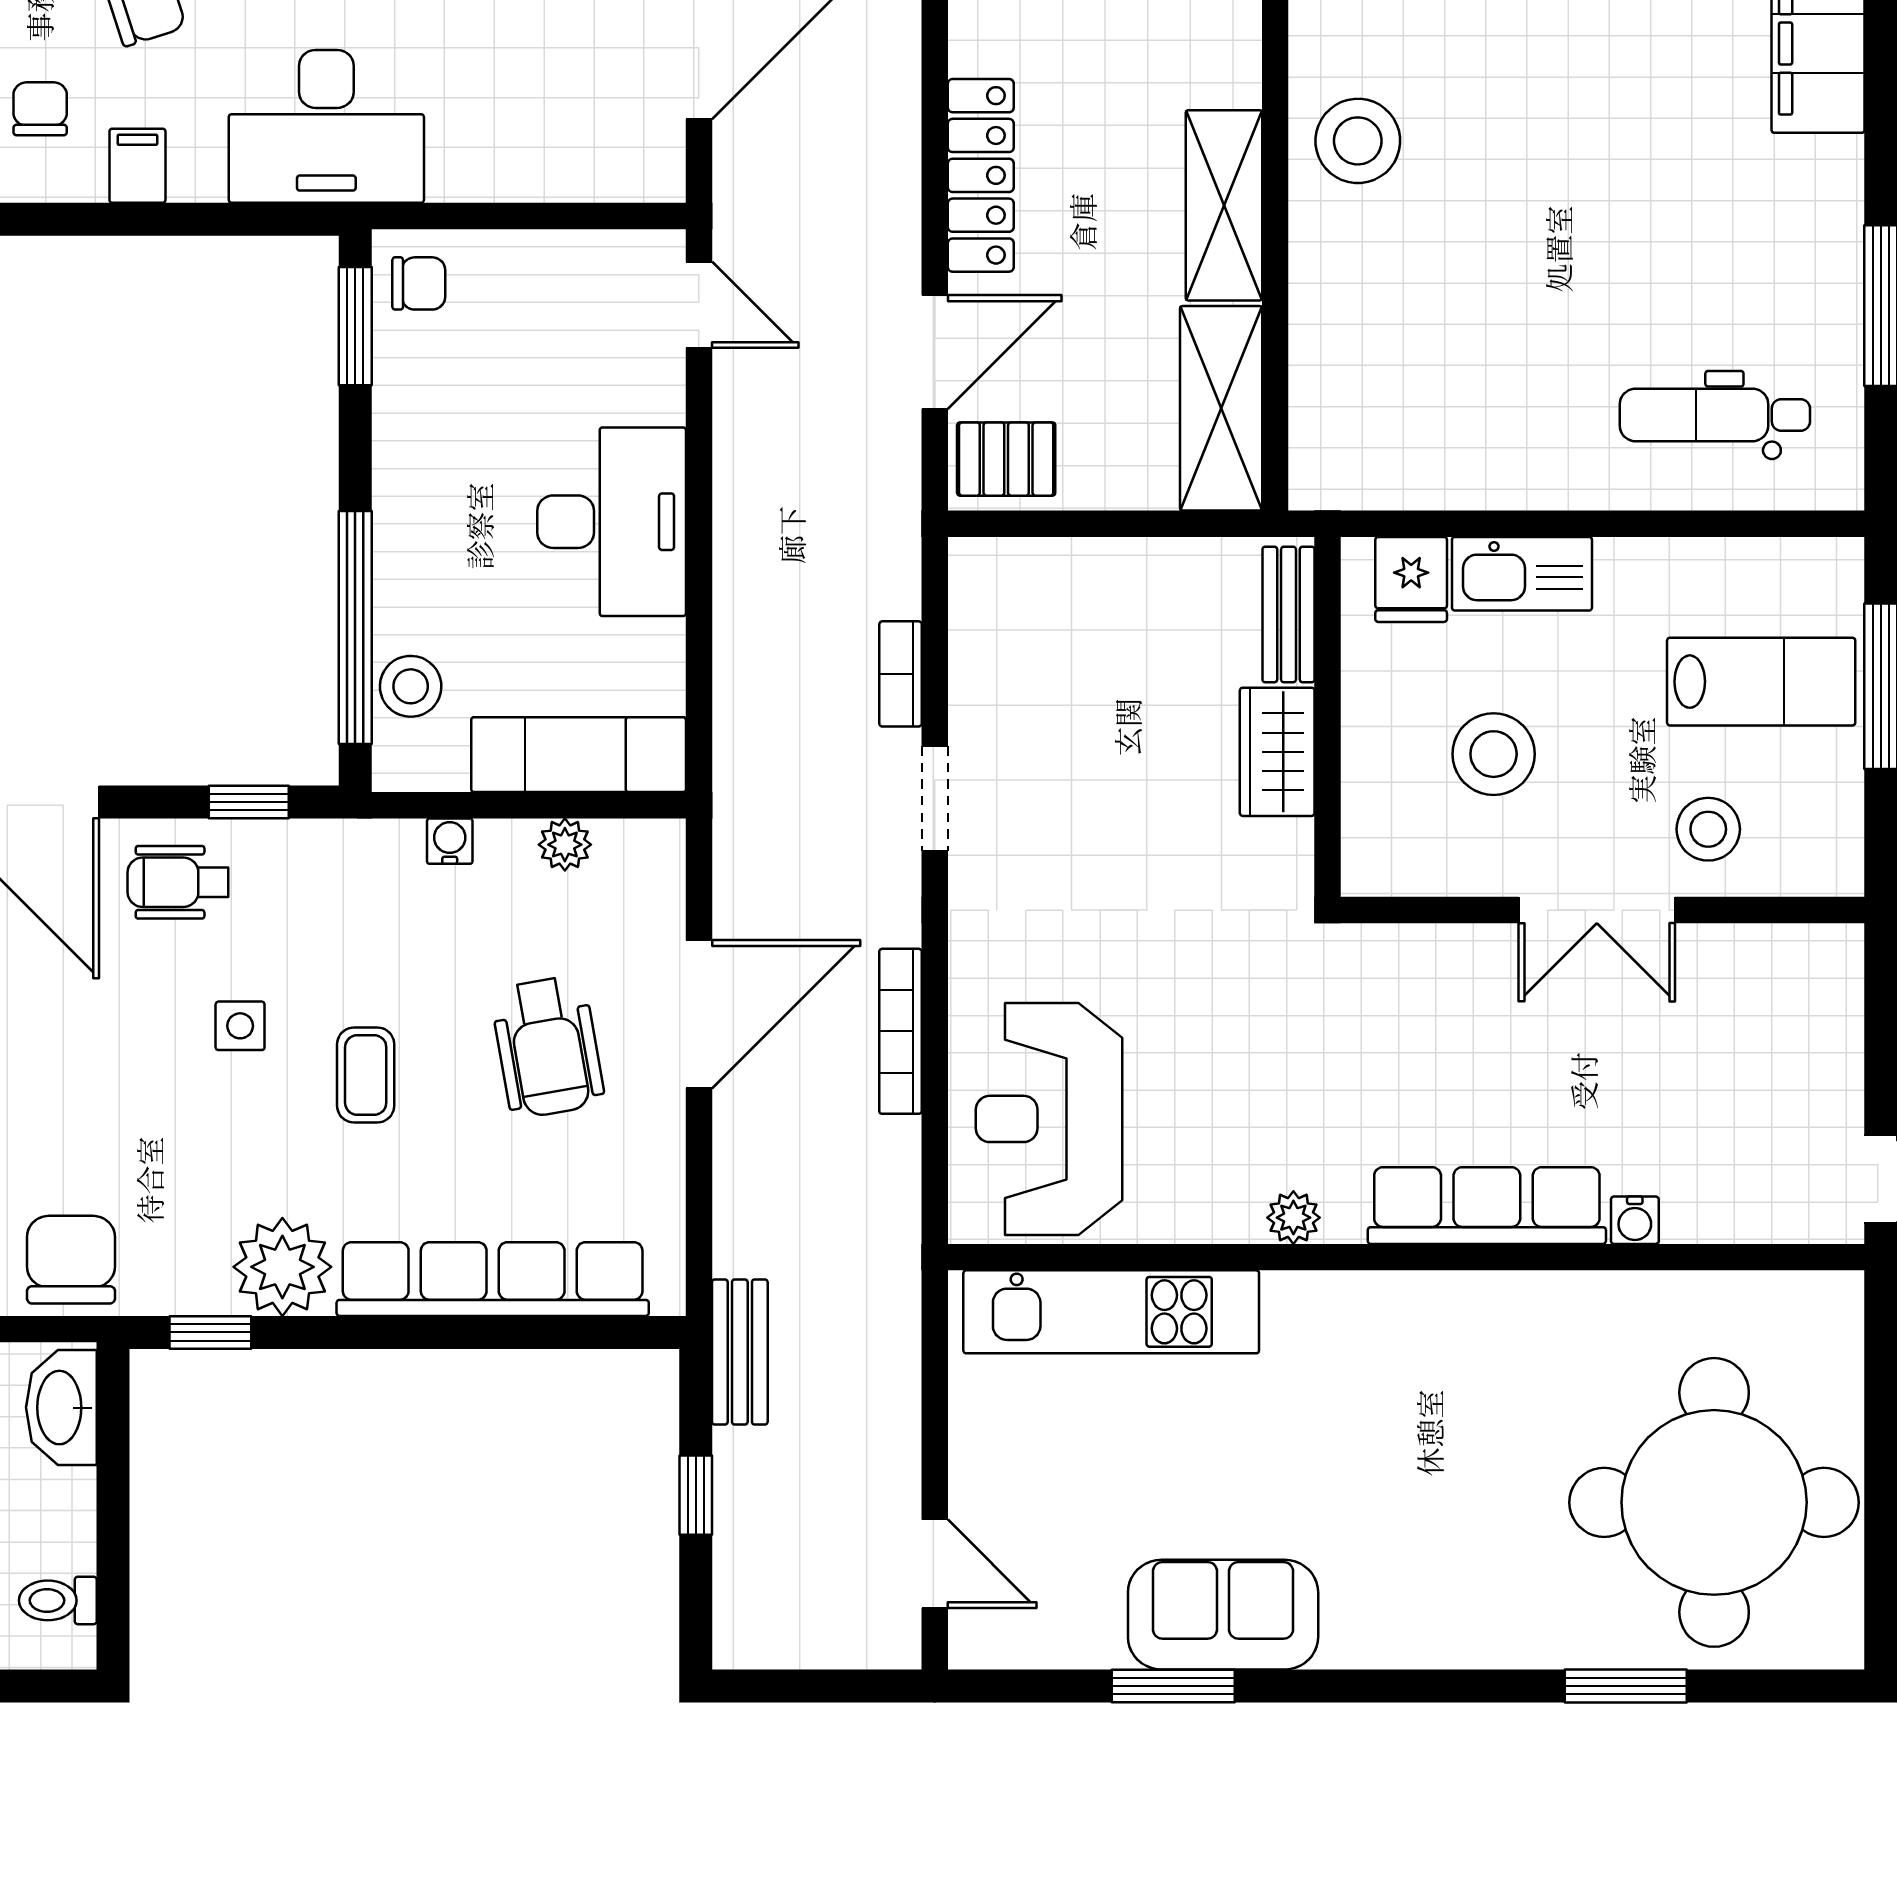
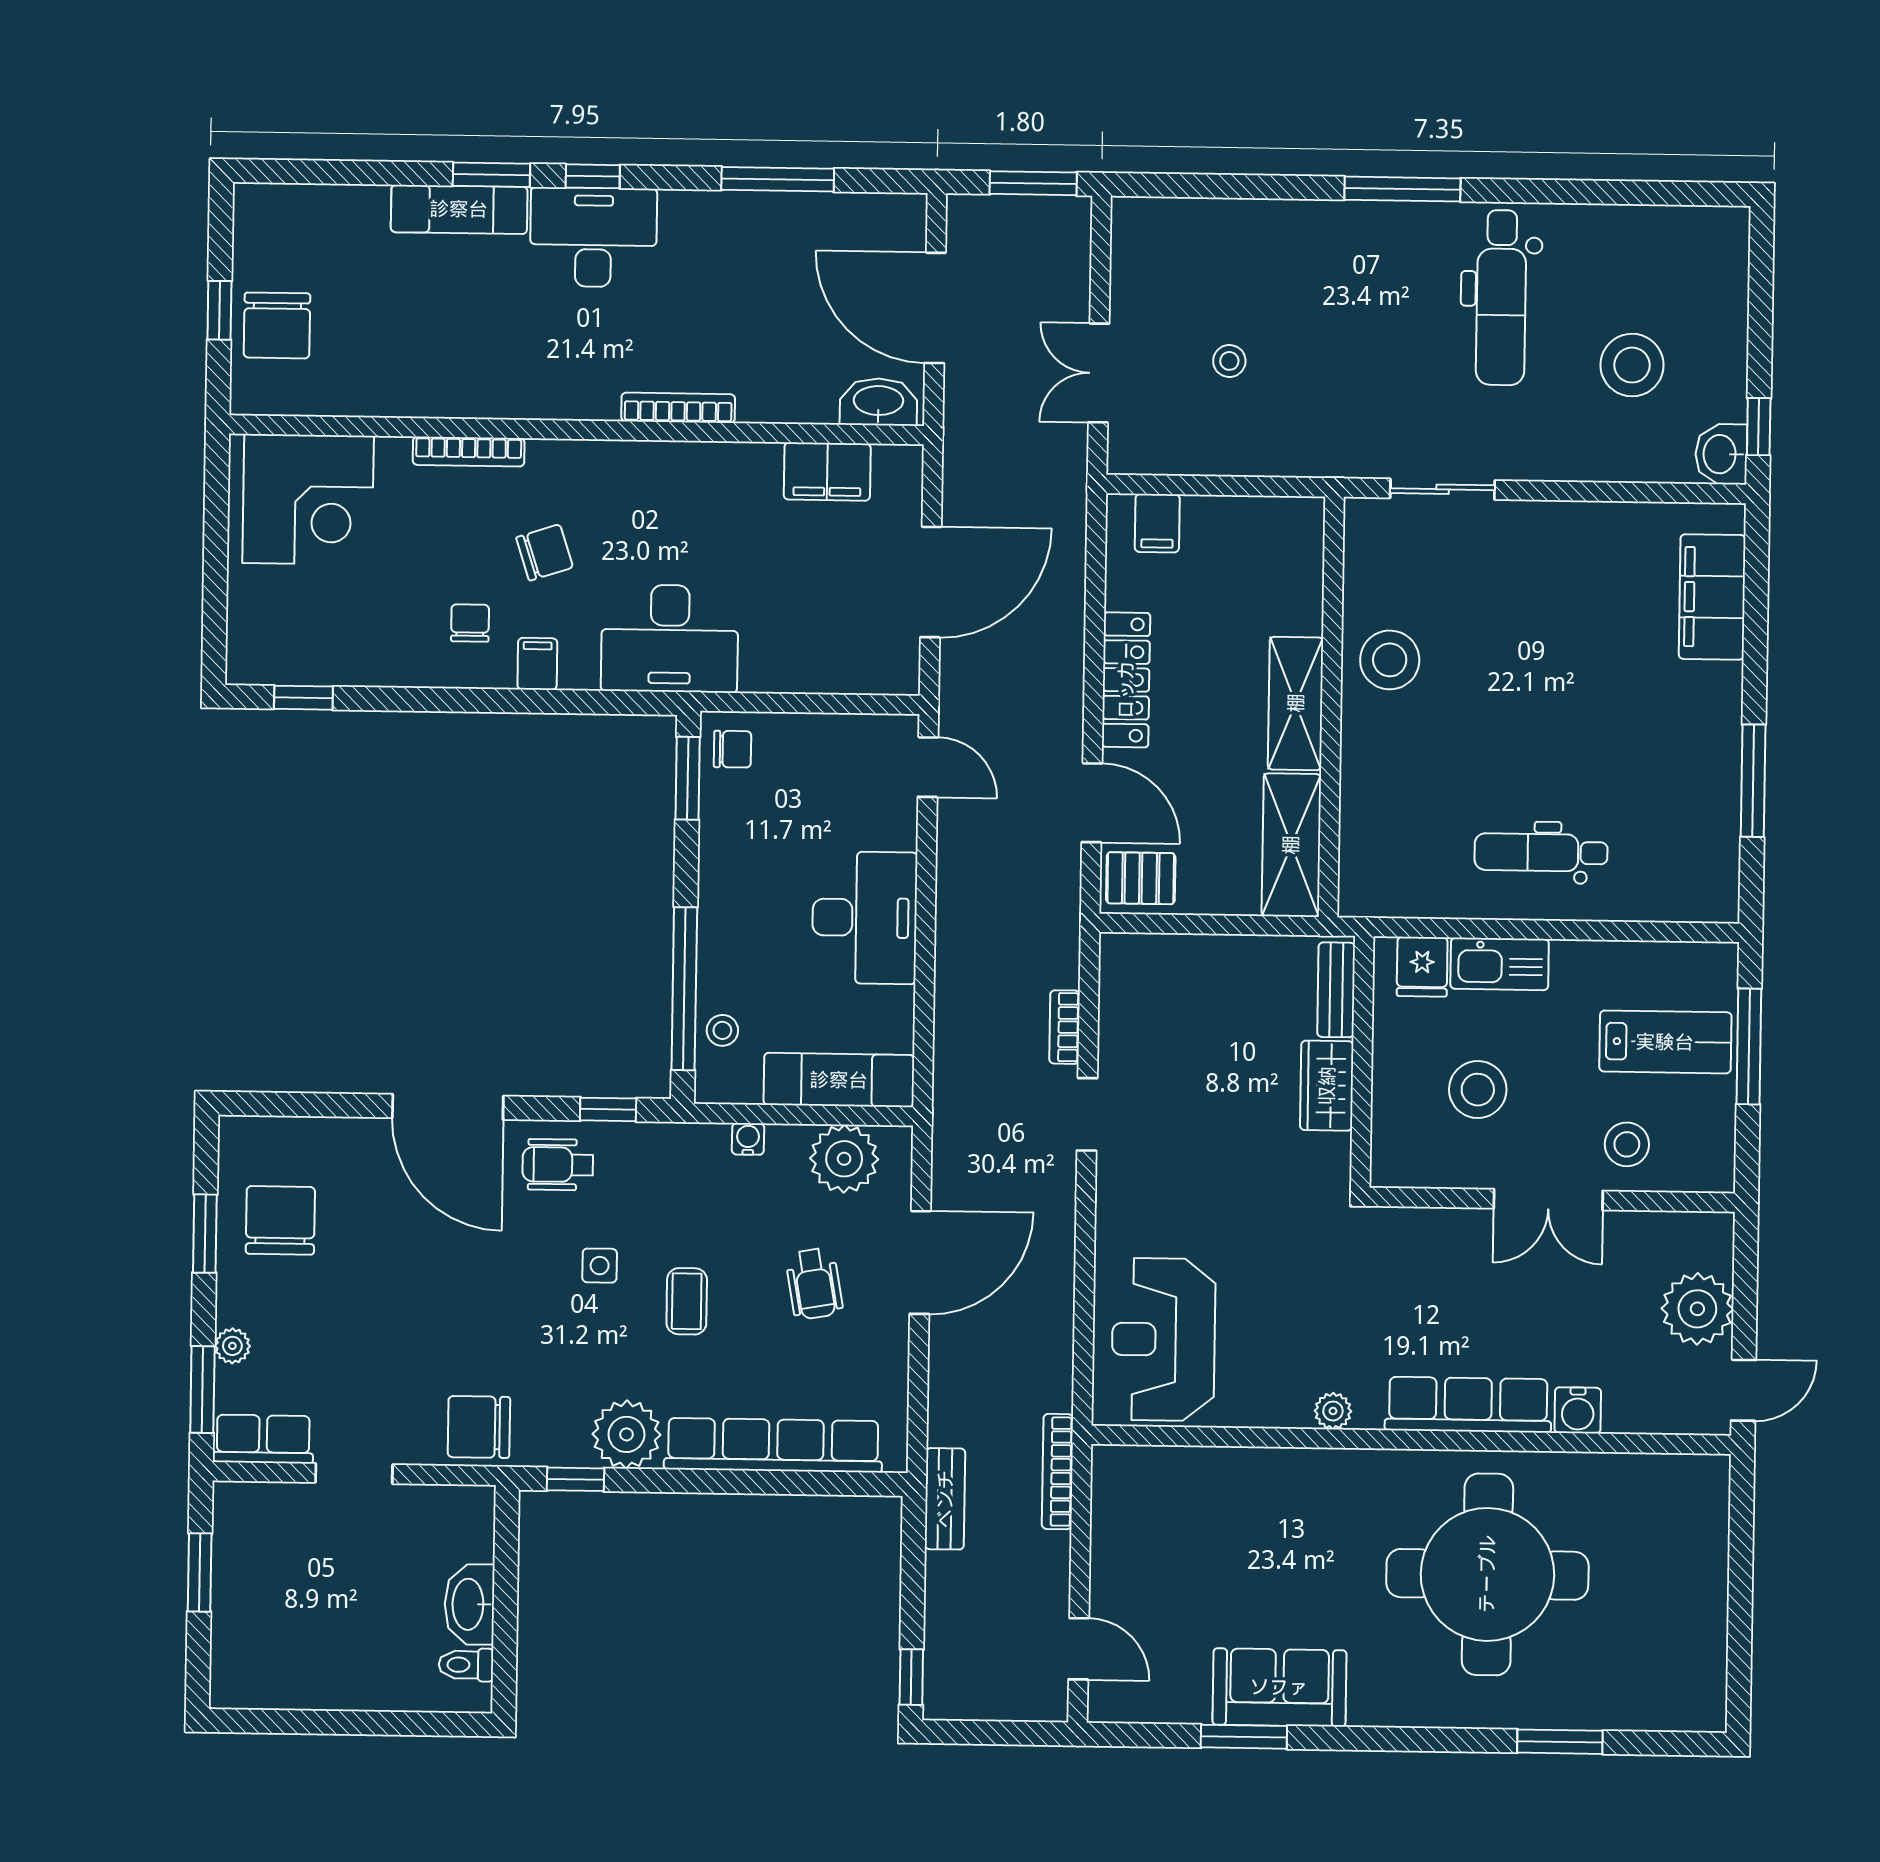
door: (935, 352) -> (1092, 803), hinge flipped
dental chair: (1715, 415) -> (1541, 852), moved
stool: (411, 686) -> (722, 1030), width x0.73, depth x0.73
plant: (565, 845) -> (844, 1159), width x1.88, depth x1.88
bookcase: (900, 1031) -> (1058, 1472), moved
wheelchair: (548, 1047) -> (814, 1284), width x0.73, depth x0.73
plant: (1813, 1063) -> (1697, 1309), added
water cooler: (1635, 1220) -> (1578, 1410), width x1.38, depth x1.38
chair: (71, 1260) -> (479, 1427), turned -90
kitchen unit: (1111, 1312) -> (1205, 1475), removed
washbasin: (61, 1408) -> (469, 1604), moved
window: (696, 1495) -> (911, 1677), moved
round table: (1714, 1502) -> (1487, 1574), moved

